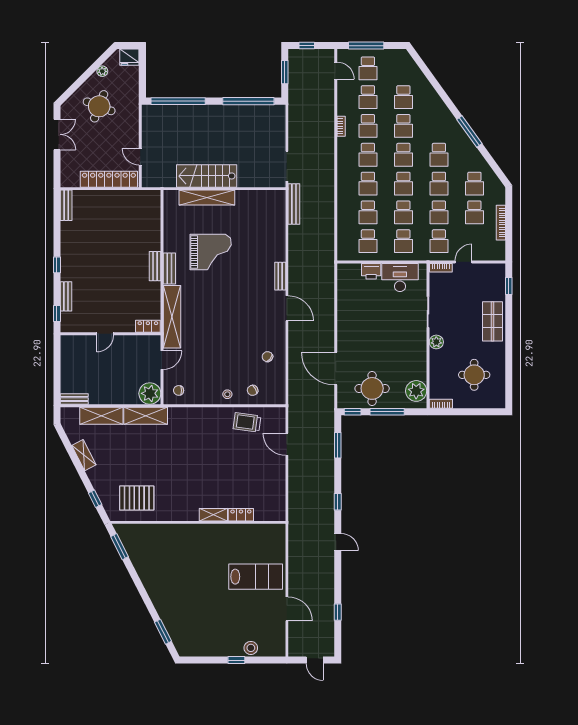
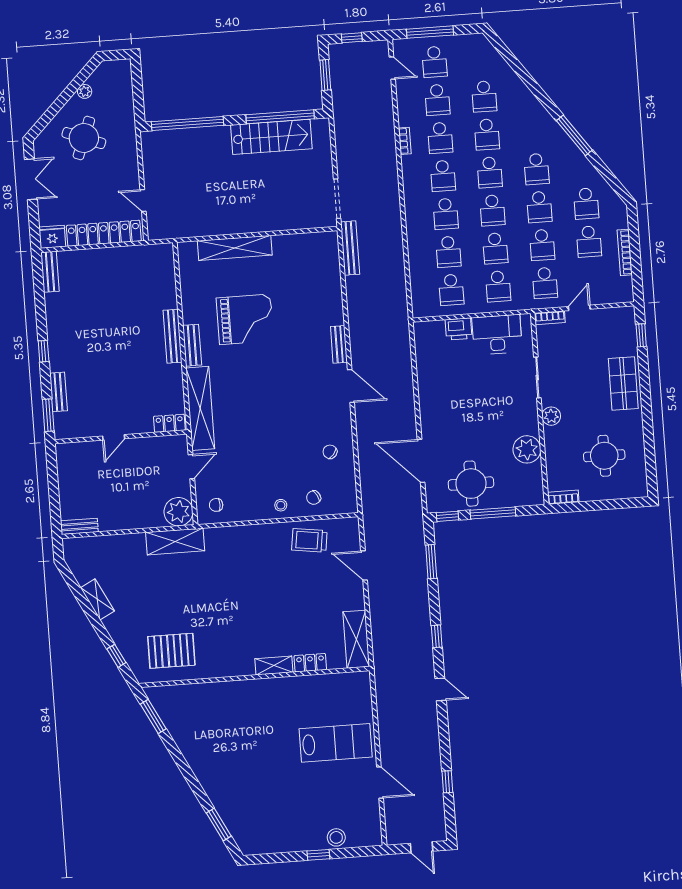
fridge: (129, 57) -> (52, 237), moved, turned 180
stairs: (207, 176) -> (271, 137), moved, turned 180
bench: (155, 266) -> (173, 336), width x1.36
window: (57, 313) -> (48, 415), width x1.50
plant: (416, 391) -> (527, 449), moved
shelving: (101, 416) -> (356, 639), moved, turned 90

